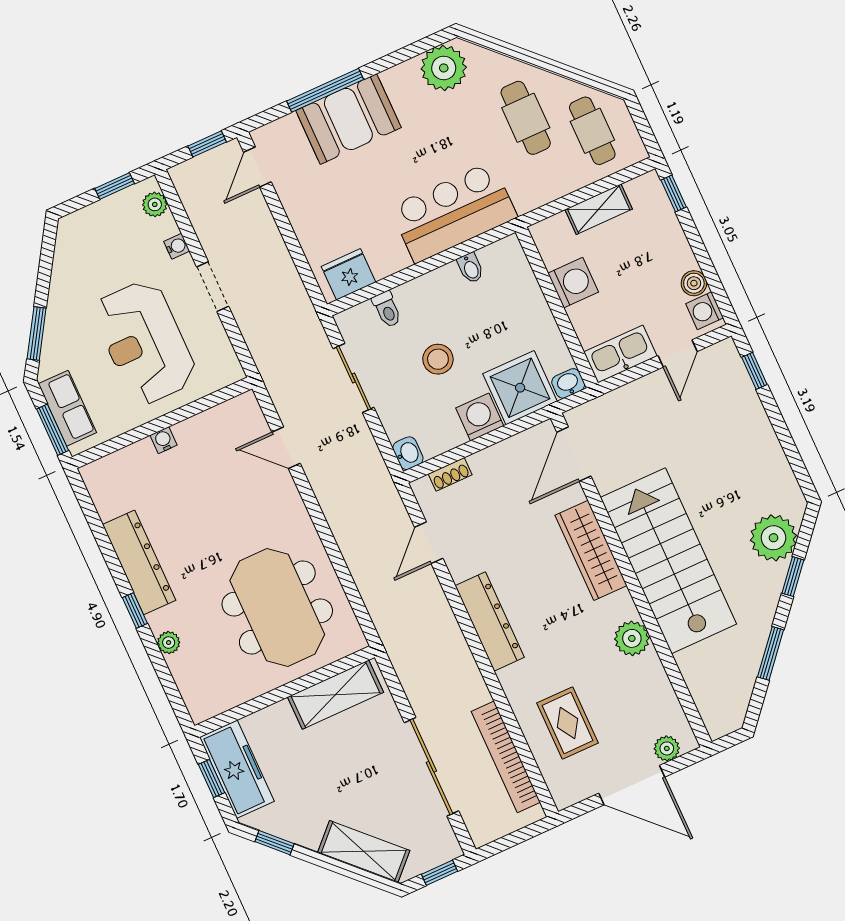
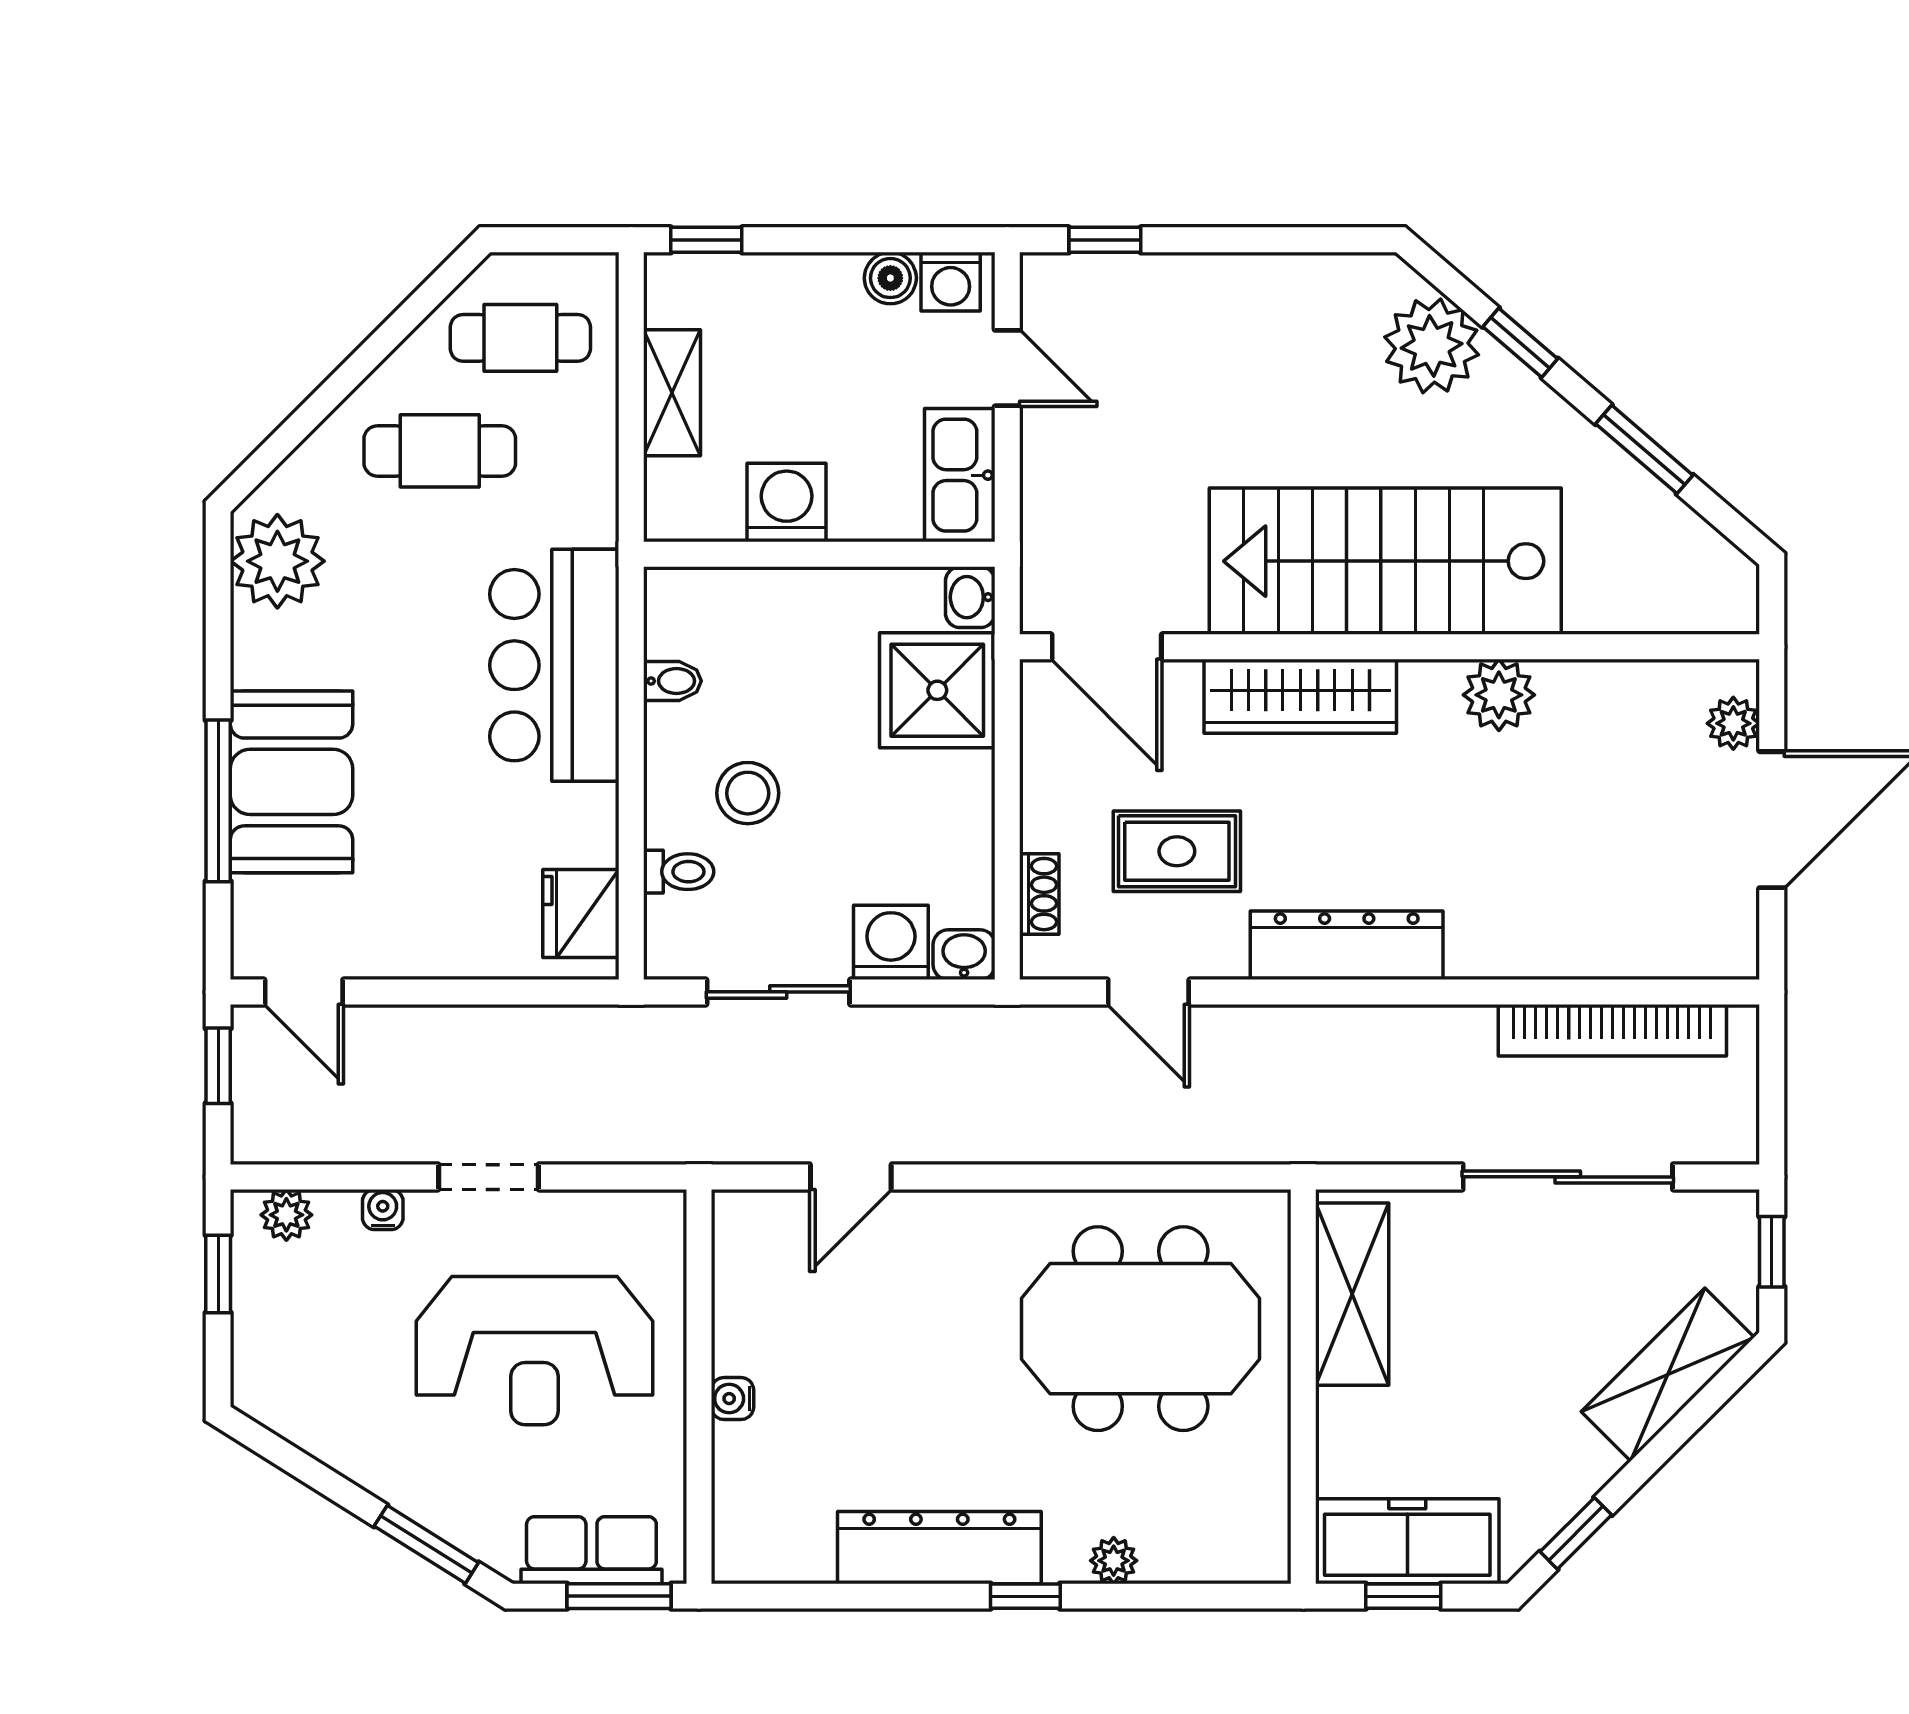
stool: (438, 359) -> (748, 793), moved
washing machine: (480, 417) -> (891, 942), moved, turned 90
rug: (567, 723) -> (1177, 851), moved

